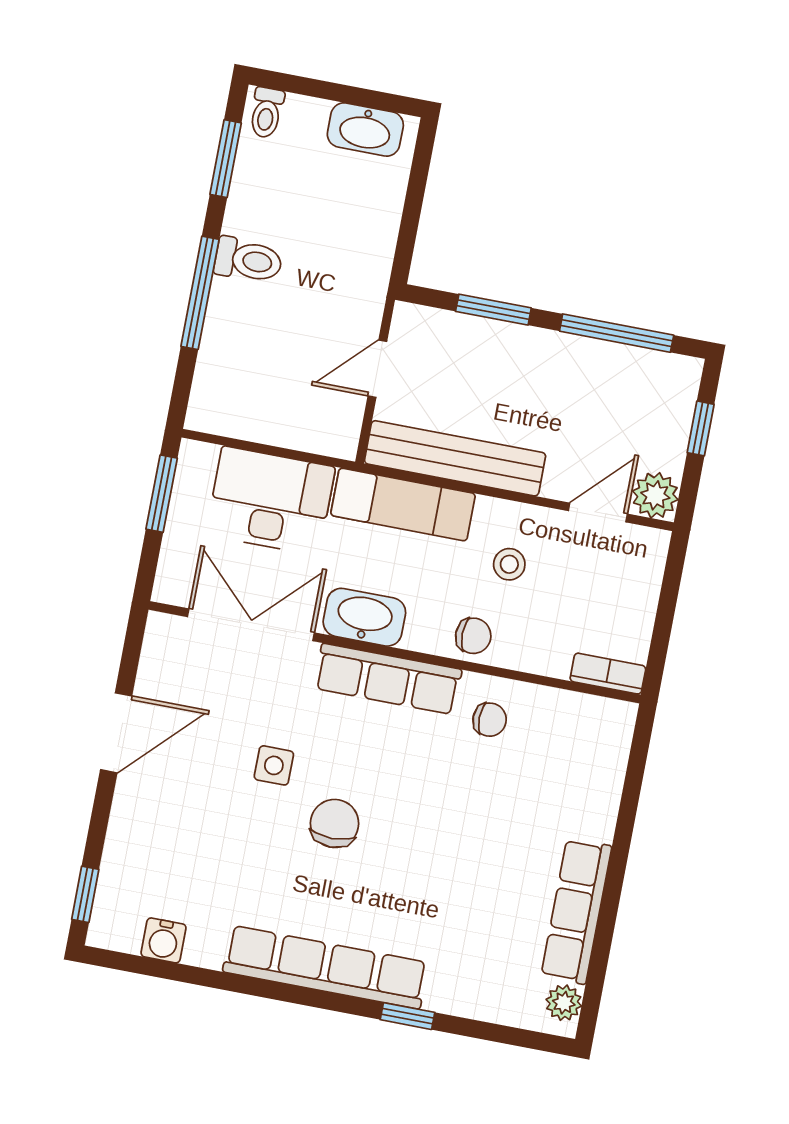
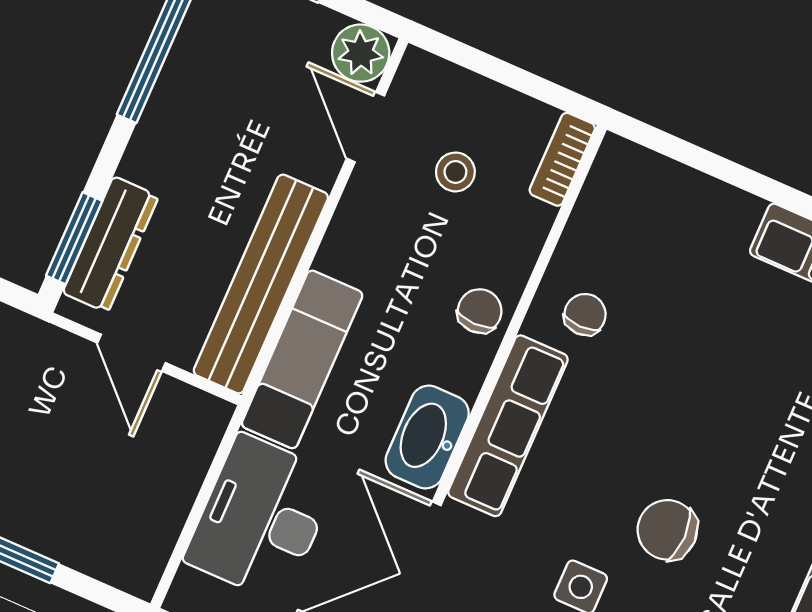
window: (493, 310) -> (74, 238), moved
dresser: (459, 333) -> (111, 244), added
stool: (509, 564) -> (455, 172), moved

